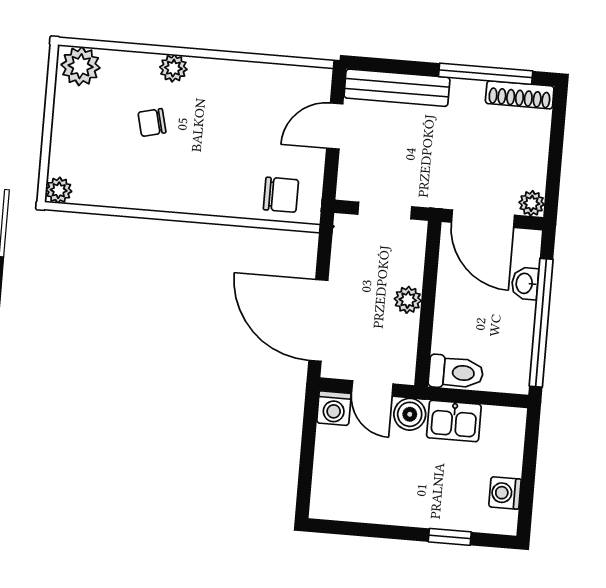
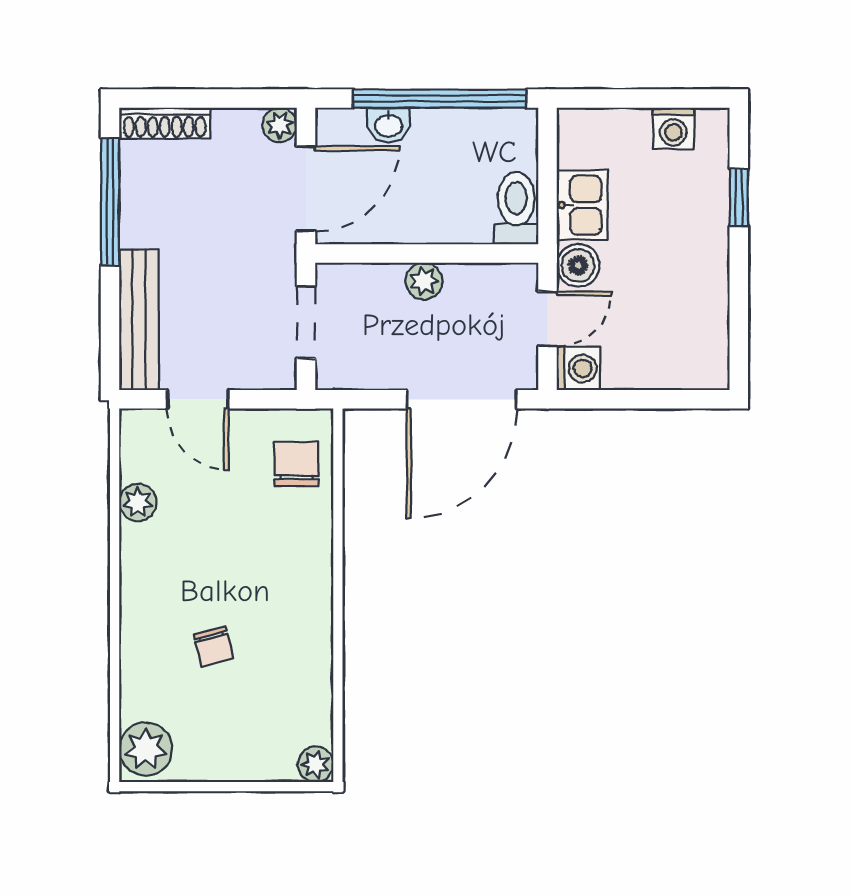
plant: (173, 68) -> (138, 502), moved
shoe rack: (520, 95) -> (165, 123), moved, turned 90

